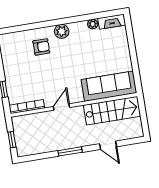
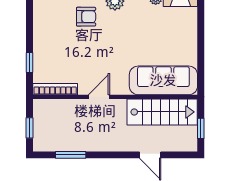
window: (144, 118) -> (201, 128), added
window: (70, 151) -> (71, 155), moved

